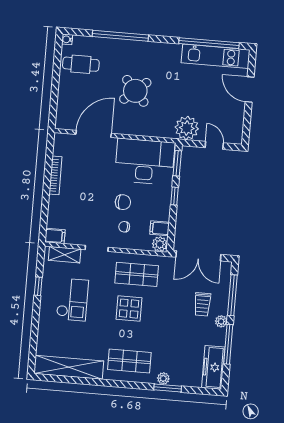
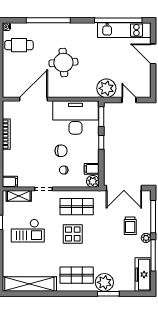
round table: (135, 91) -> (63, 63), turned 37
checkout: (72, 300) -> (28, 231), turned 90
plant: (163, 378) -> (104, 282), width x1.88, depth x1.88

